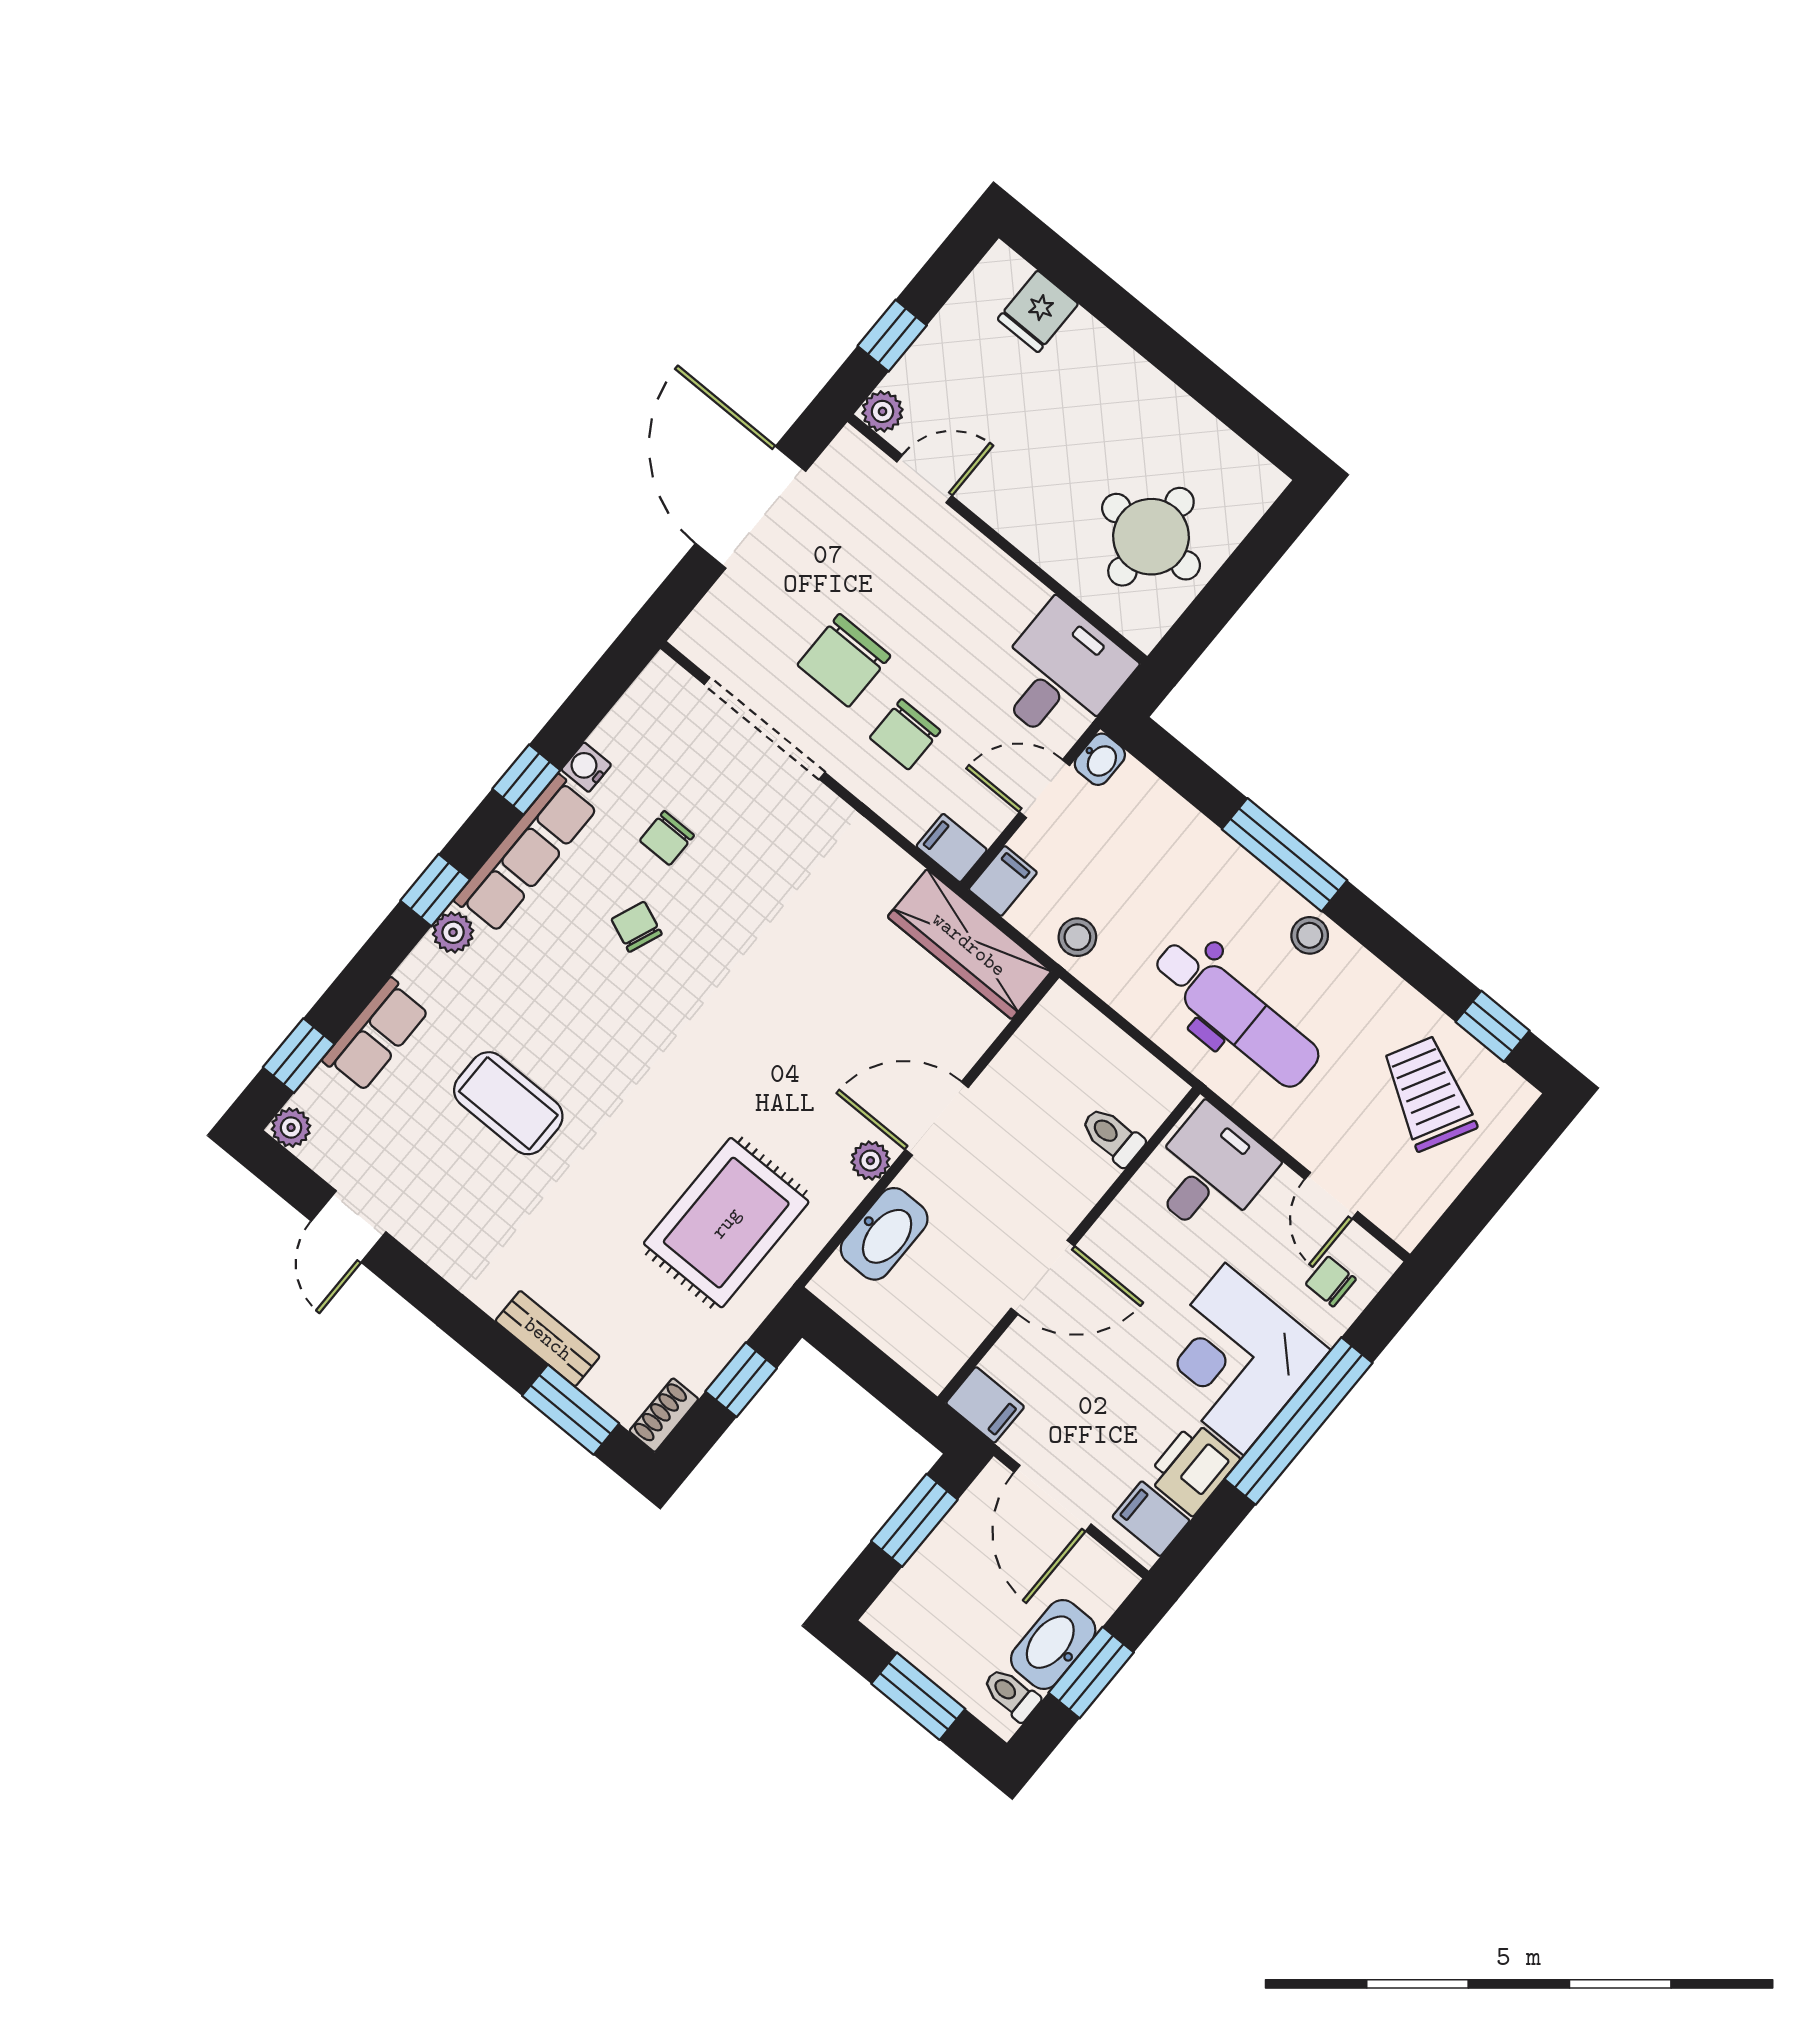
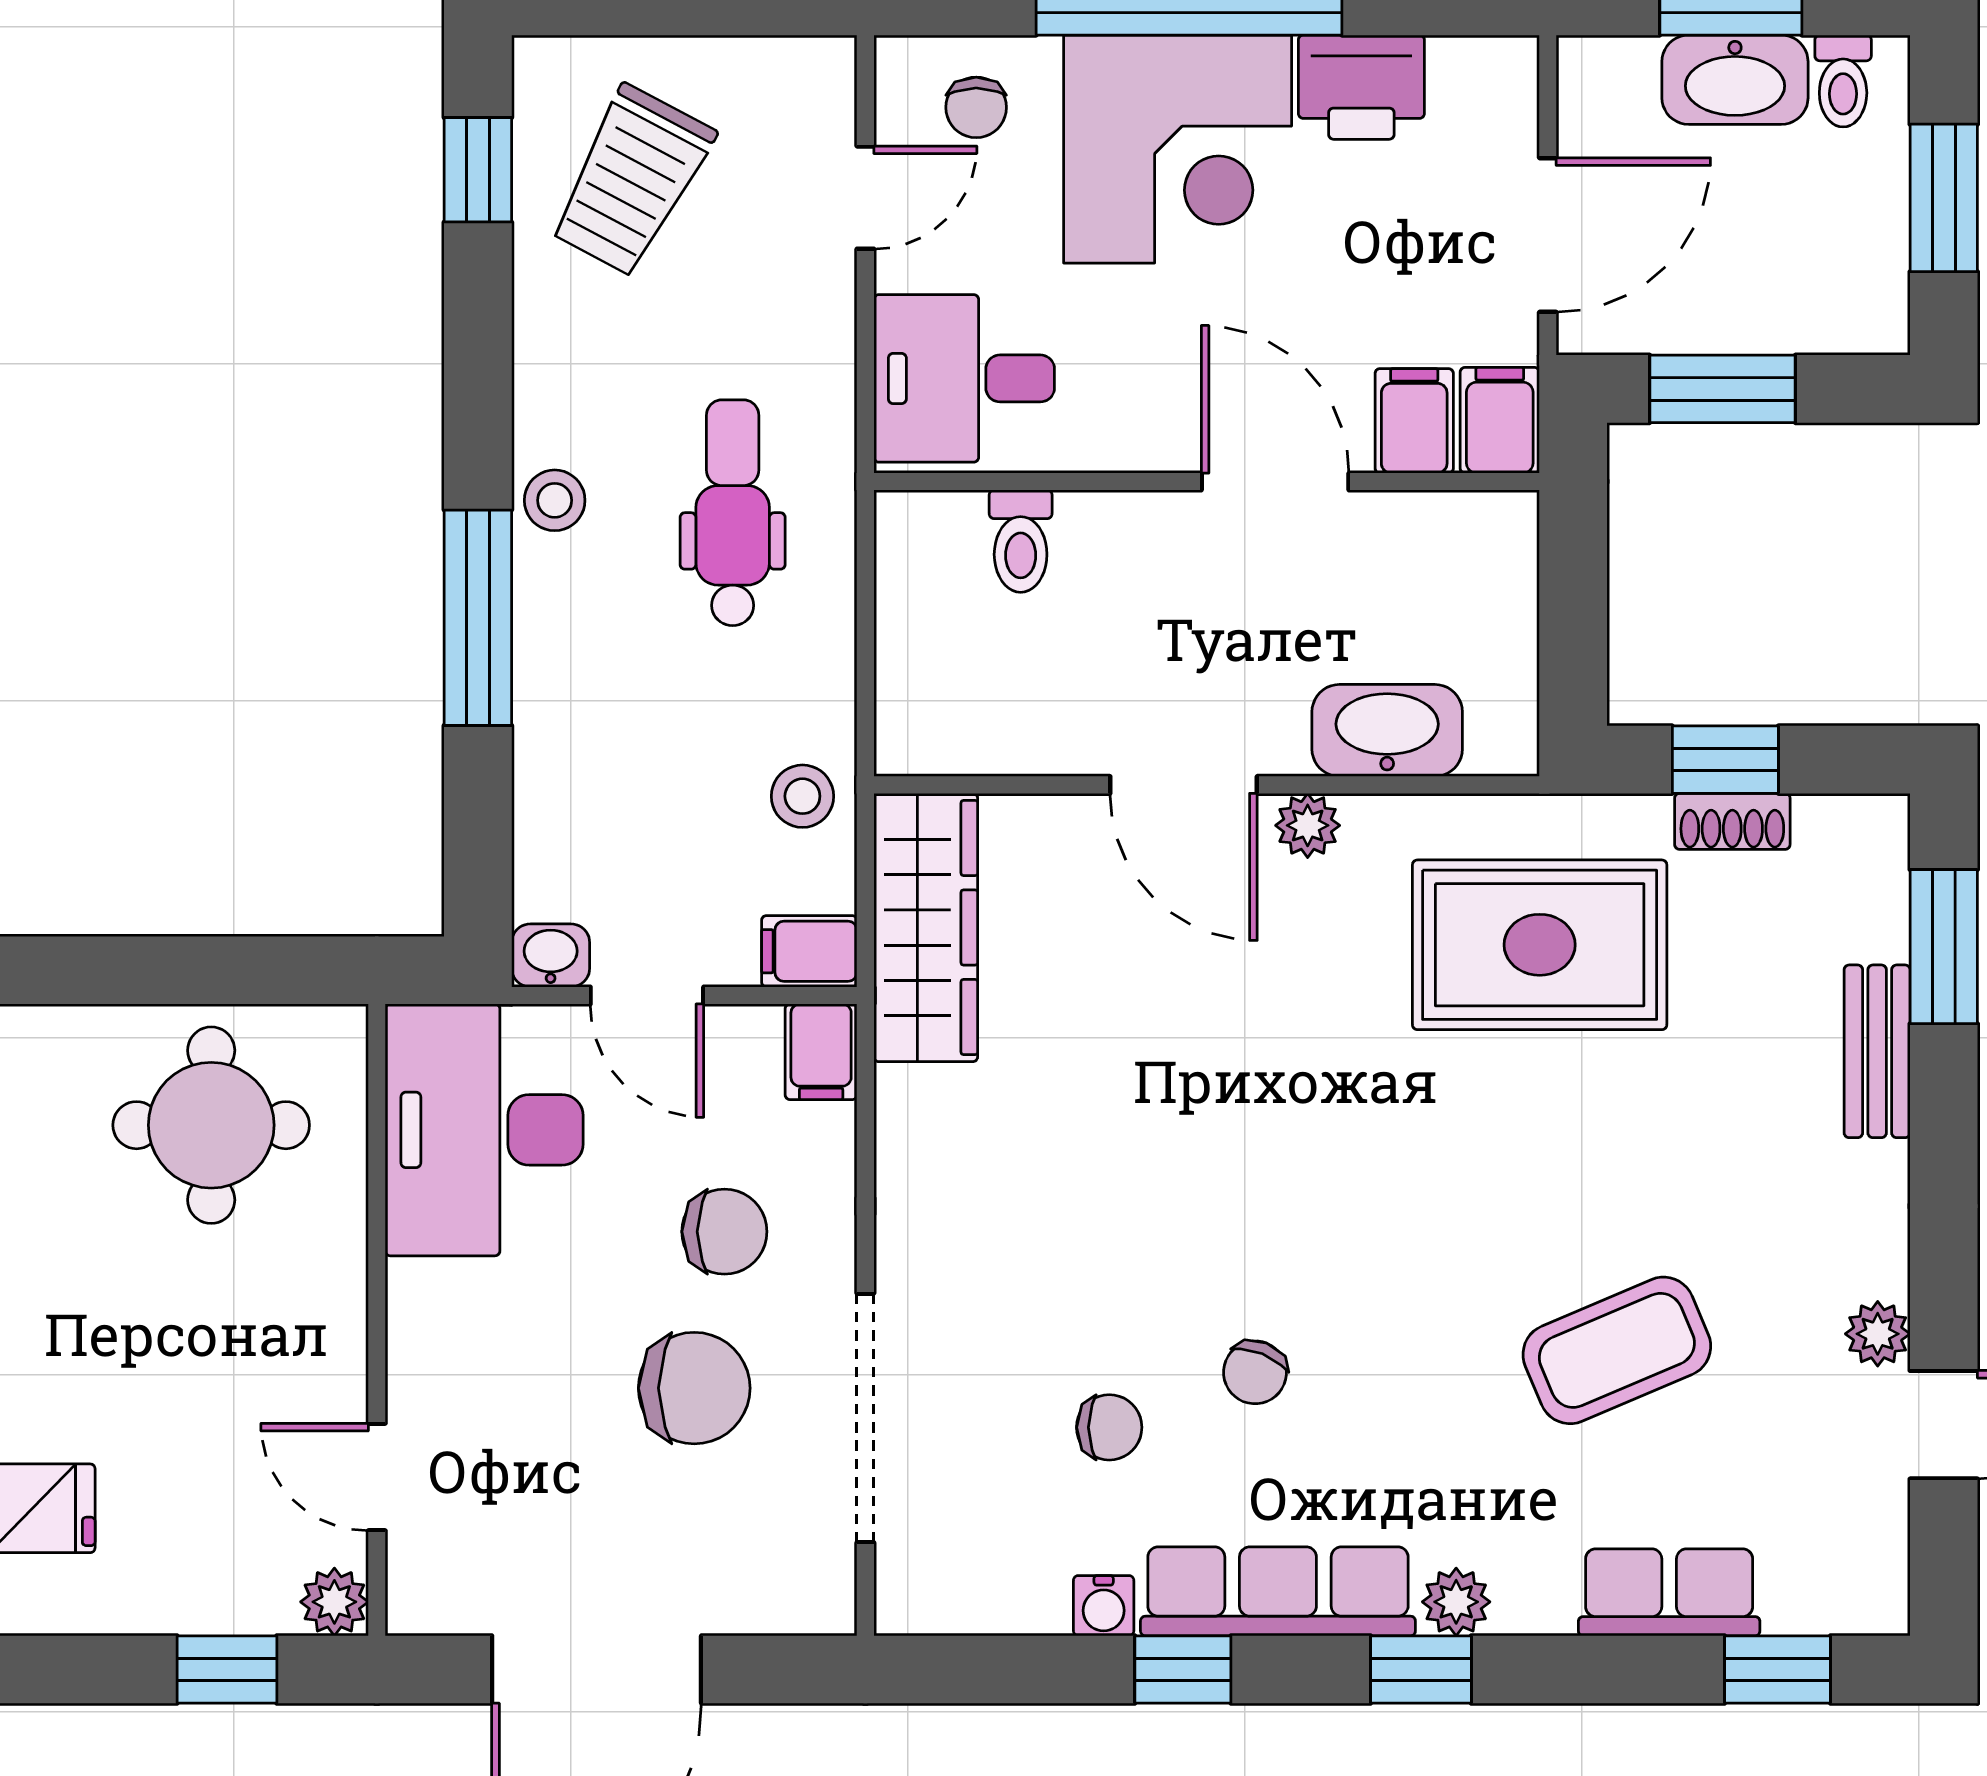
desk: (1060, 675) -> (484, 1130), width x1.37
dental chair: (1236, 1013) -> (733, 513), width x0.73, depth x0.72
coffee table: (508, 1103) -> (1617, 1350), turned 67
plant: (291, 1127) -> (1878, 1334), moved
shoe rack: (664, 1415) -> (1732, 821), moved
filing cabinet: (1151, 1519) -> (1414, 421), moved, turned 180

